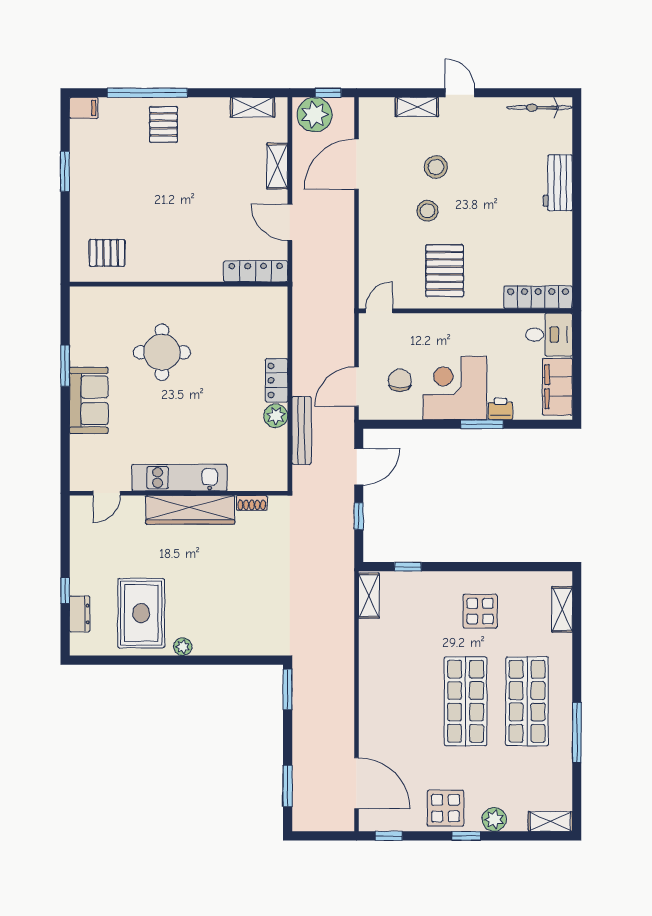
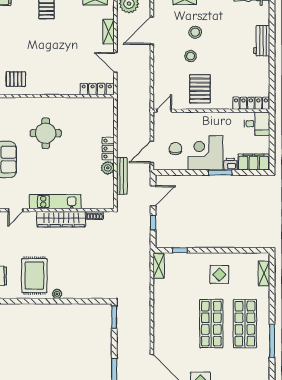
filing cabinet: (557, 387) -> (254, 162), moved, turned 90

